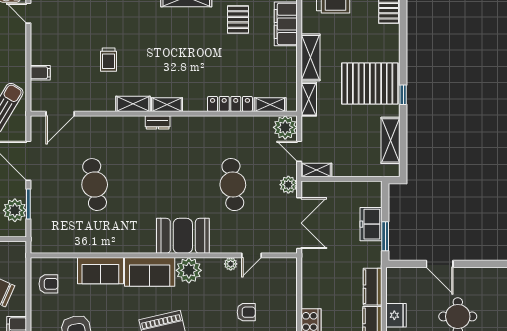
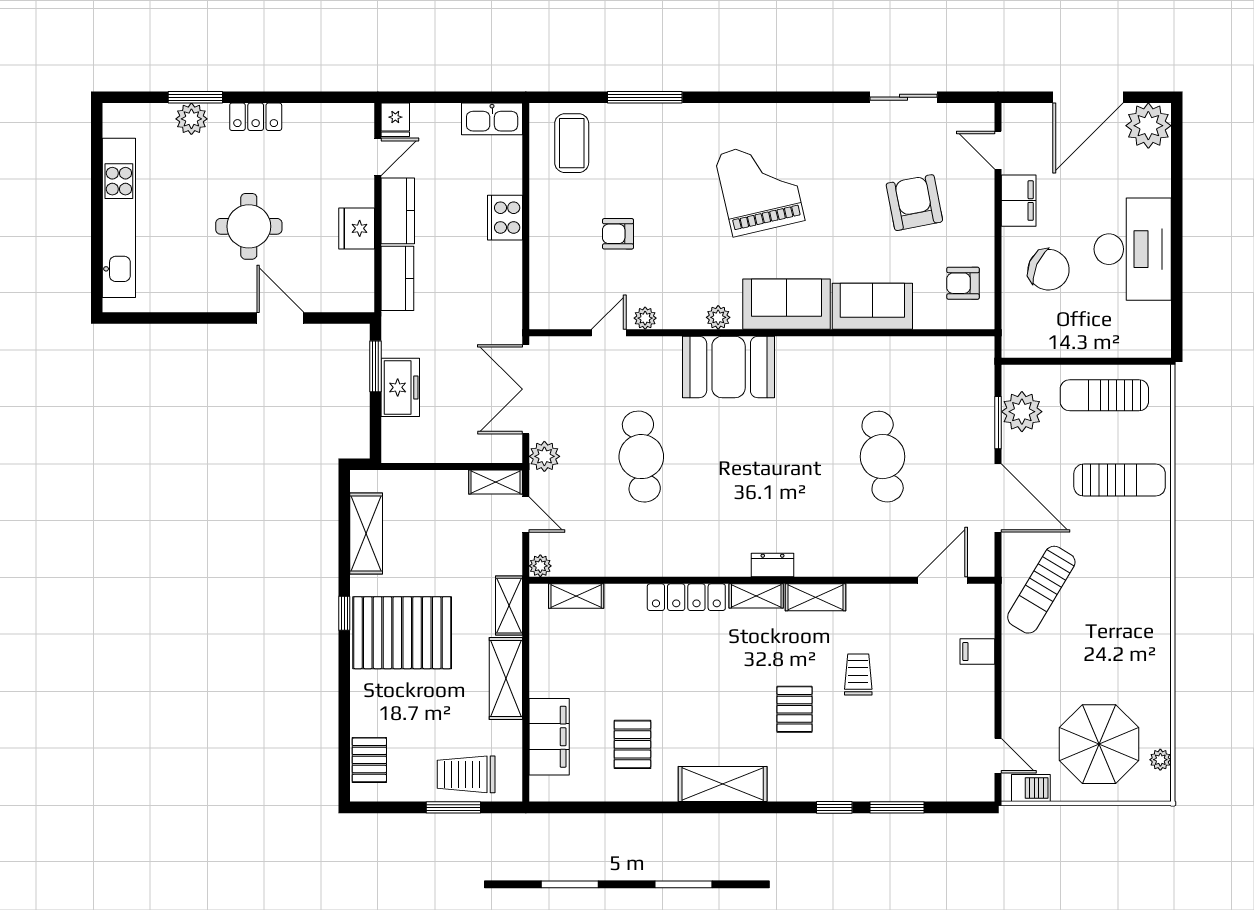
pallet: (145, 40) -> (794, 709), added
locker: (230, 104) -> (686, 597), moved
plant: (285, 127) -> (540, 566), width x0.53, depth x0.53
plant: (189, 270) -> (718, 317), width x0.53, depth x0.53

